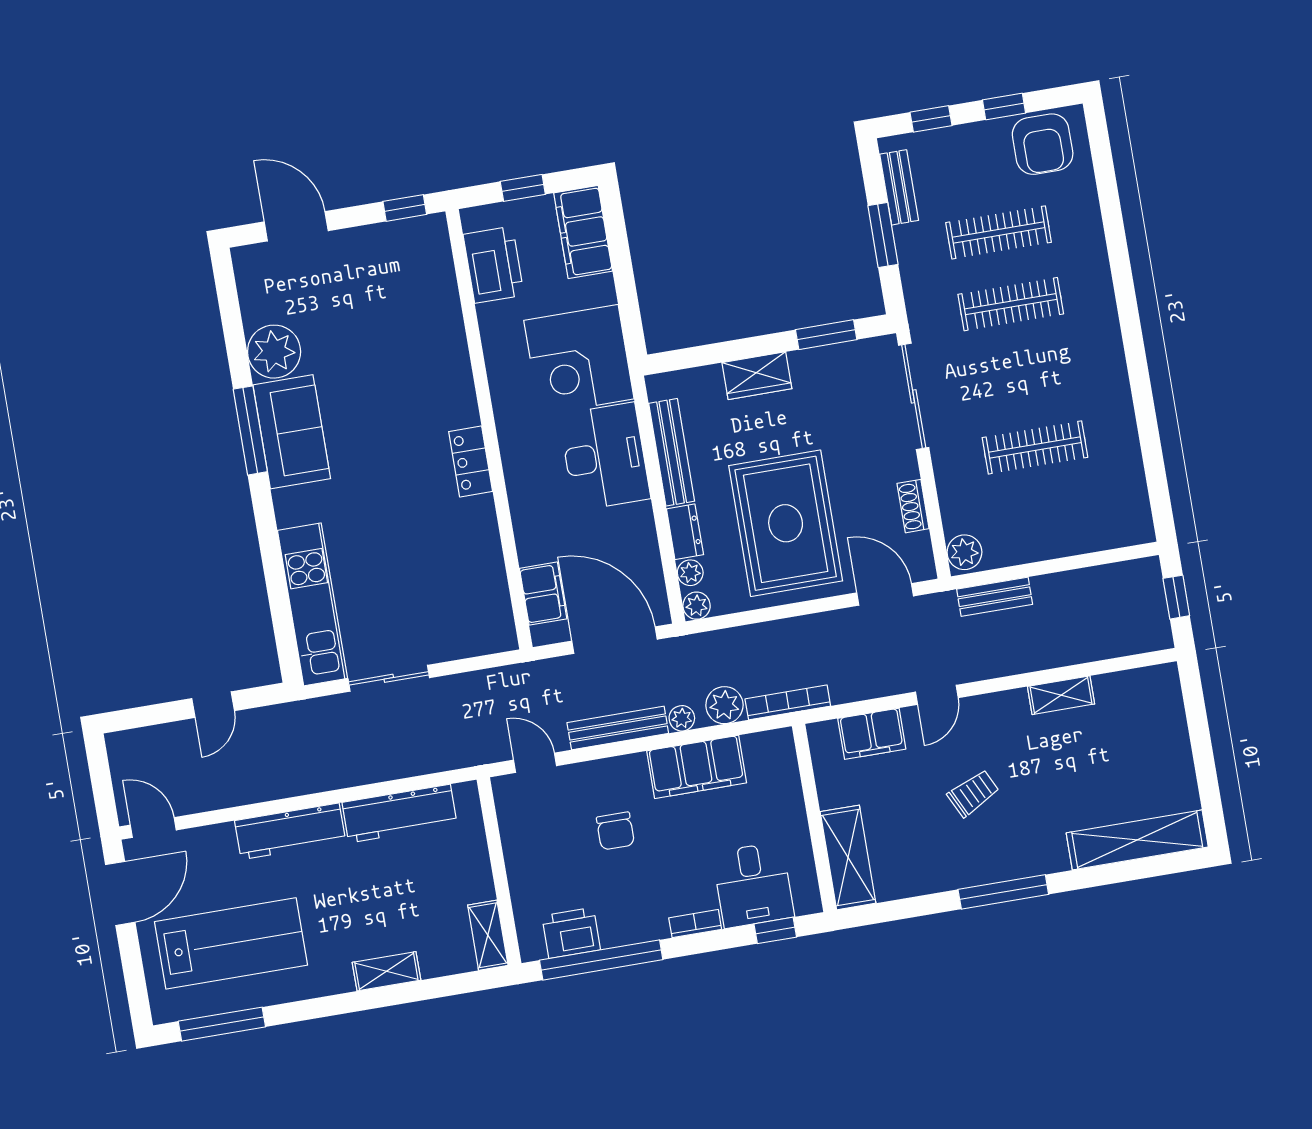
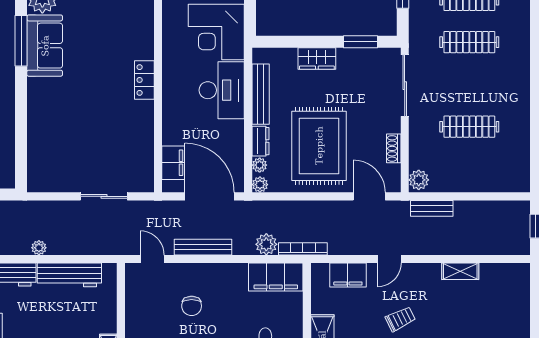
kitchen unit: (312, 604) -> (40, 147), removed
sliding door: (389, 678) -> (104, 196), moved
plant: (682, 718) -> (39, 248), moved
filing cabinet: (697, 767) -> (276, 277), moved

